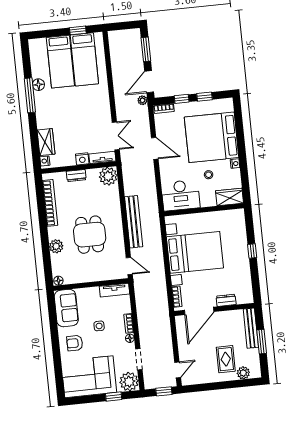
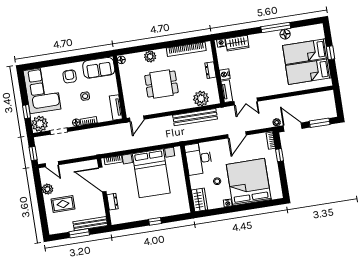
window: (78, 30) -> (330, 53), moved
window: (205, 97) -> (283, 174), removed
plant: (108, 176) -> (201, 99), moved
bench: (134, 222) -> (195, 117), moved
plant: (243, 373) -> (47, 189), moved

